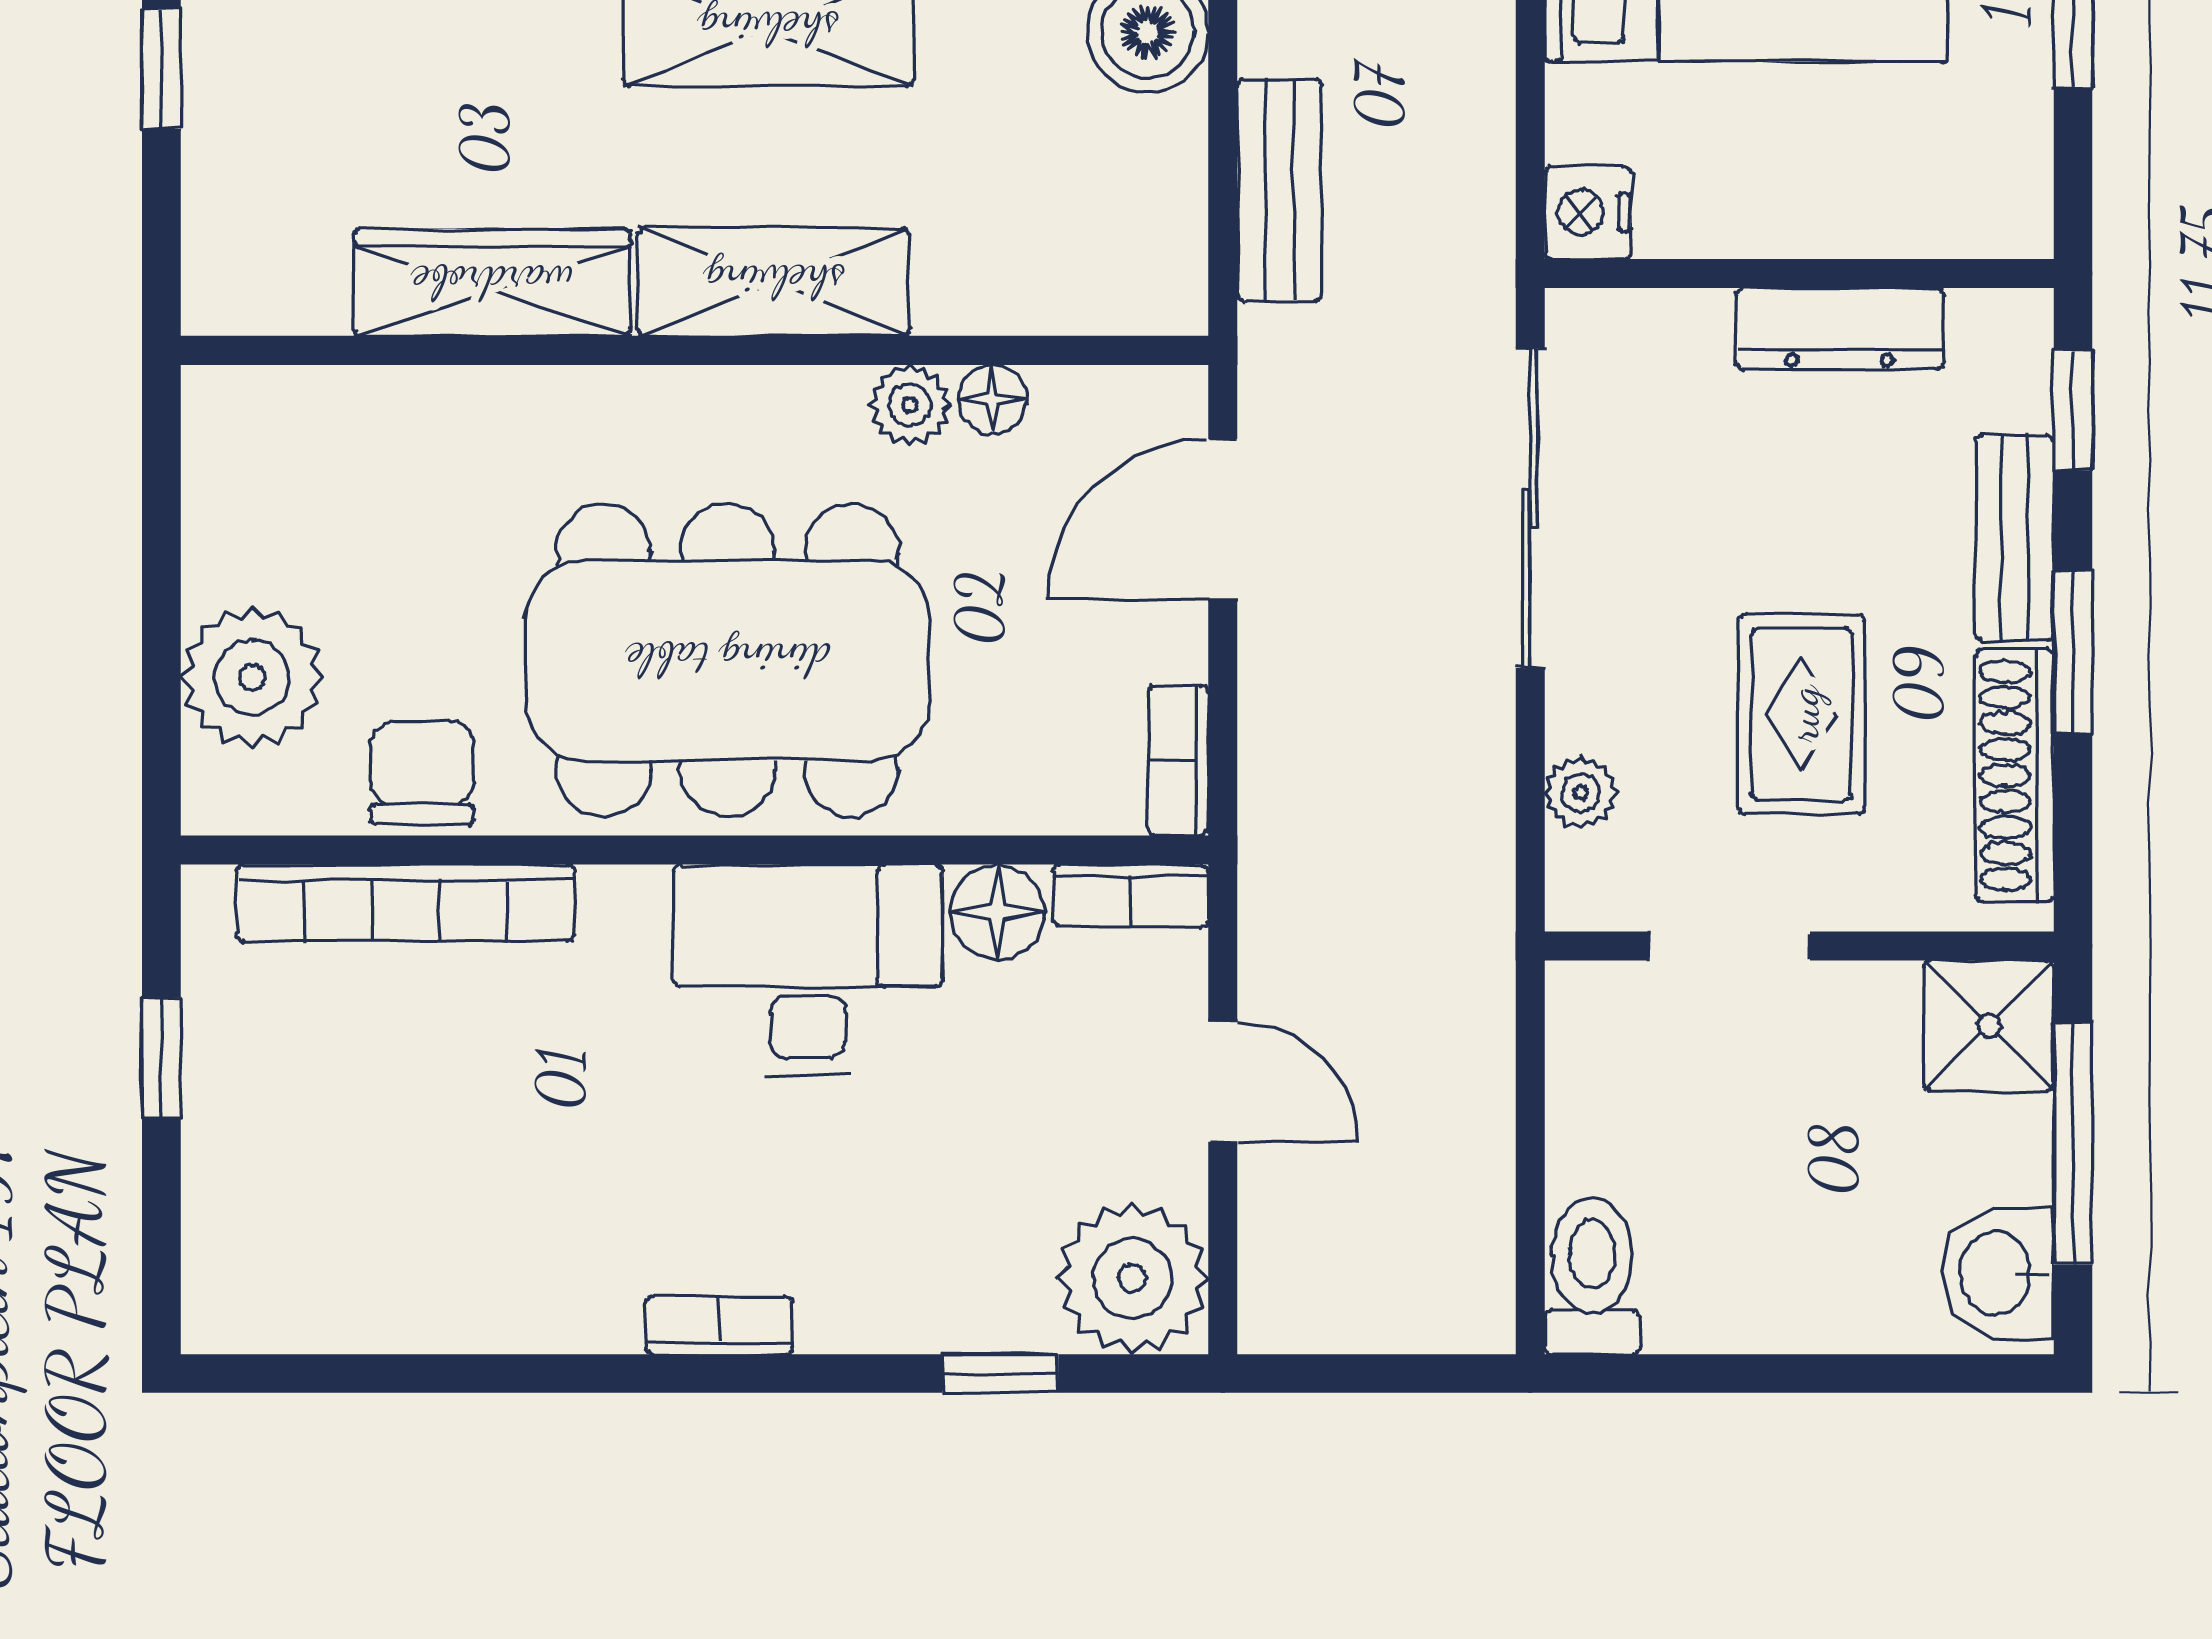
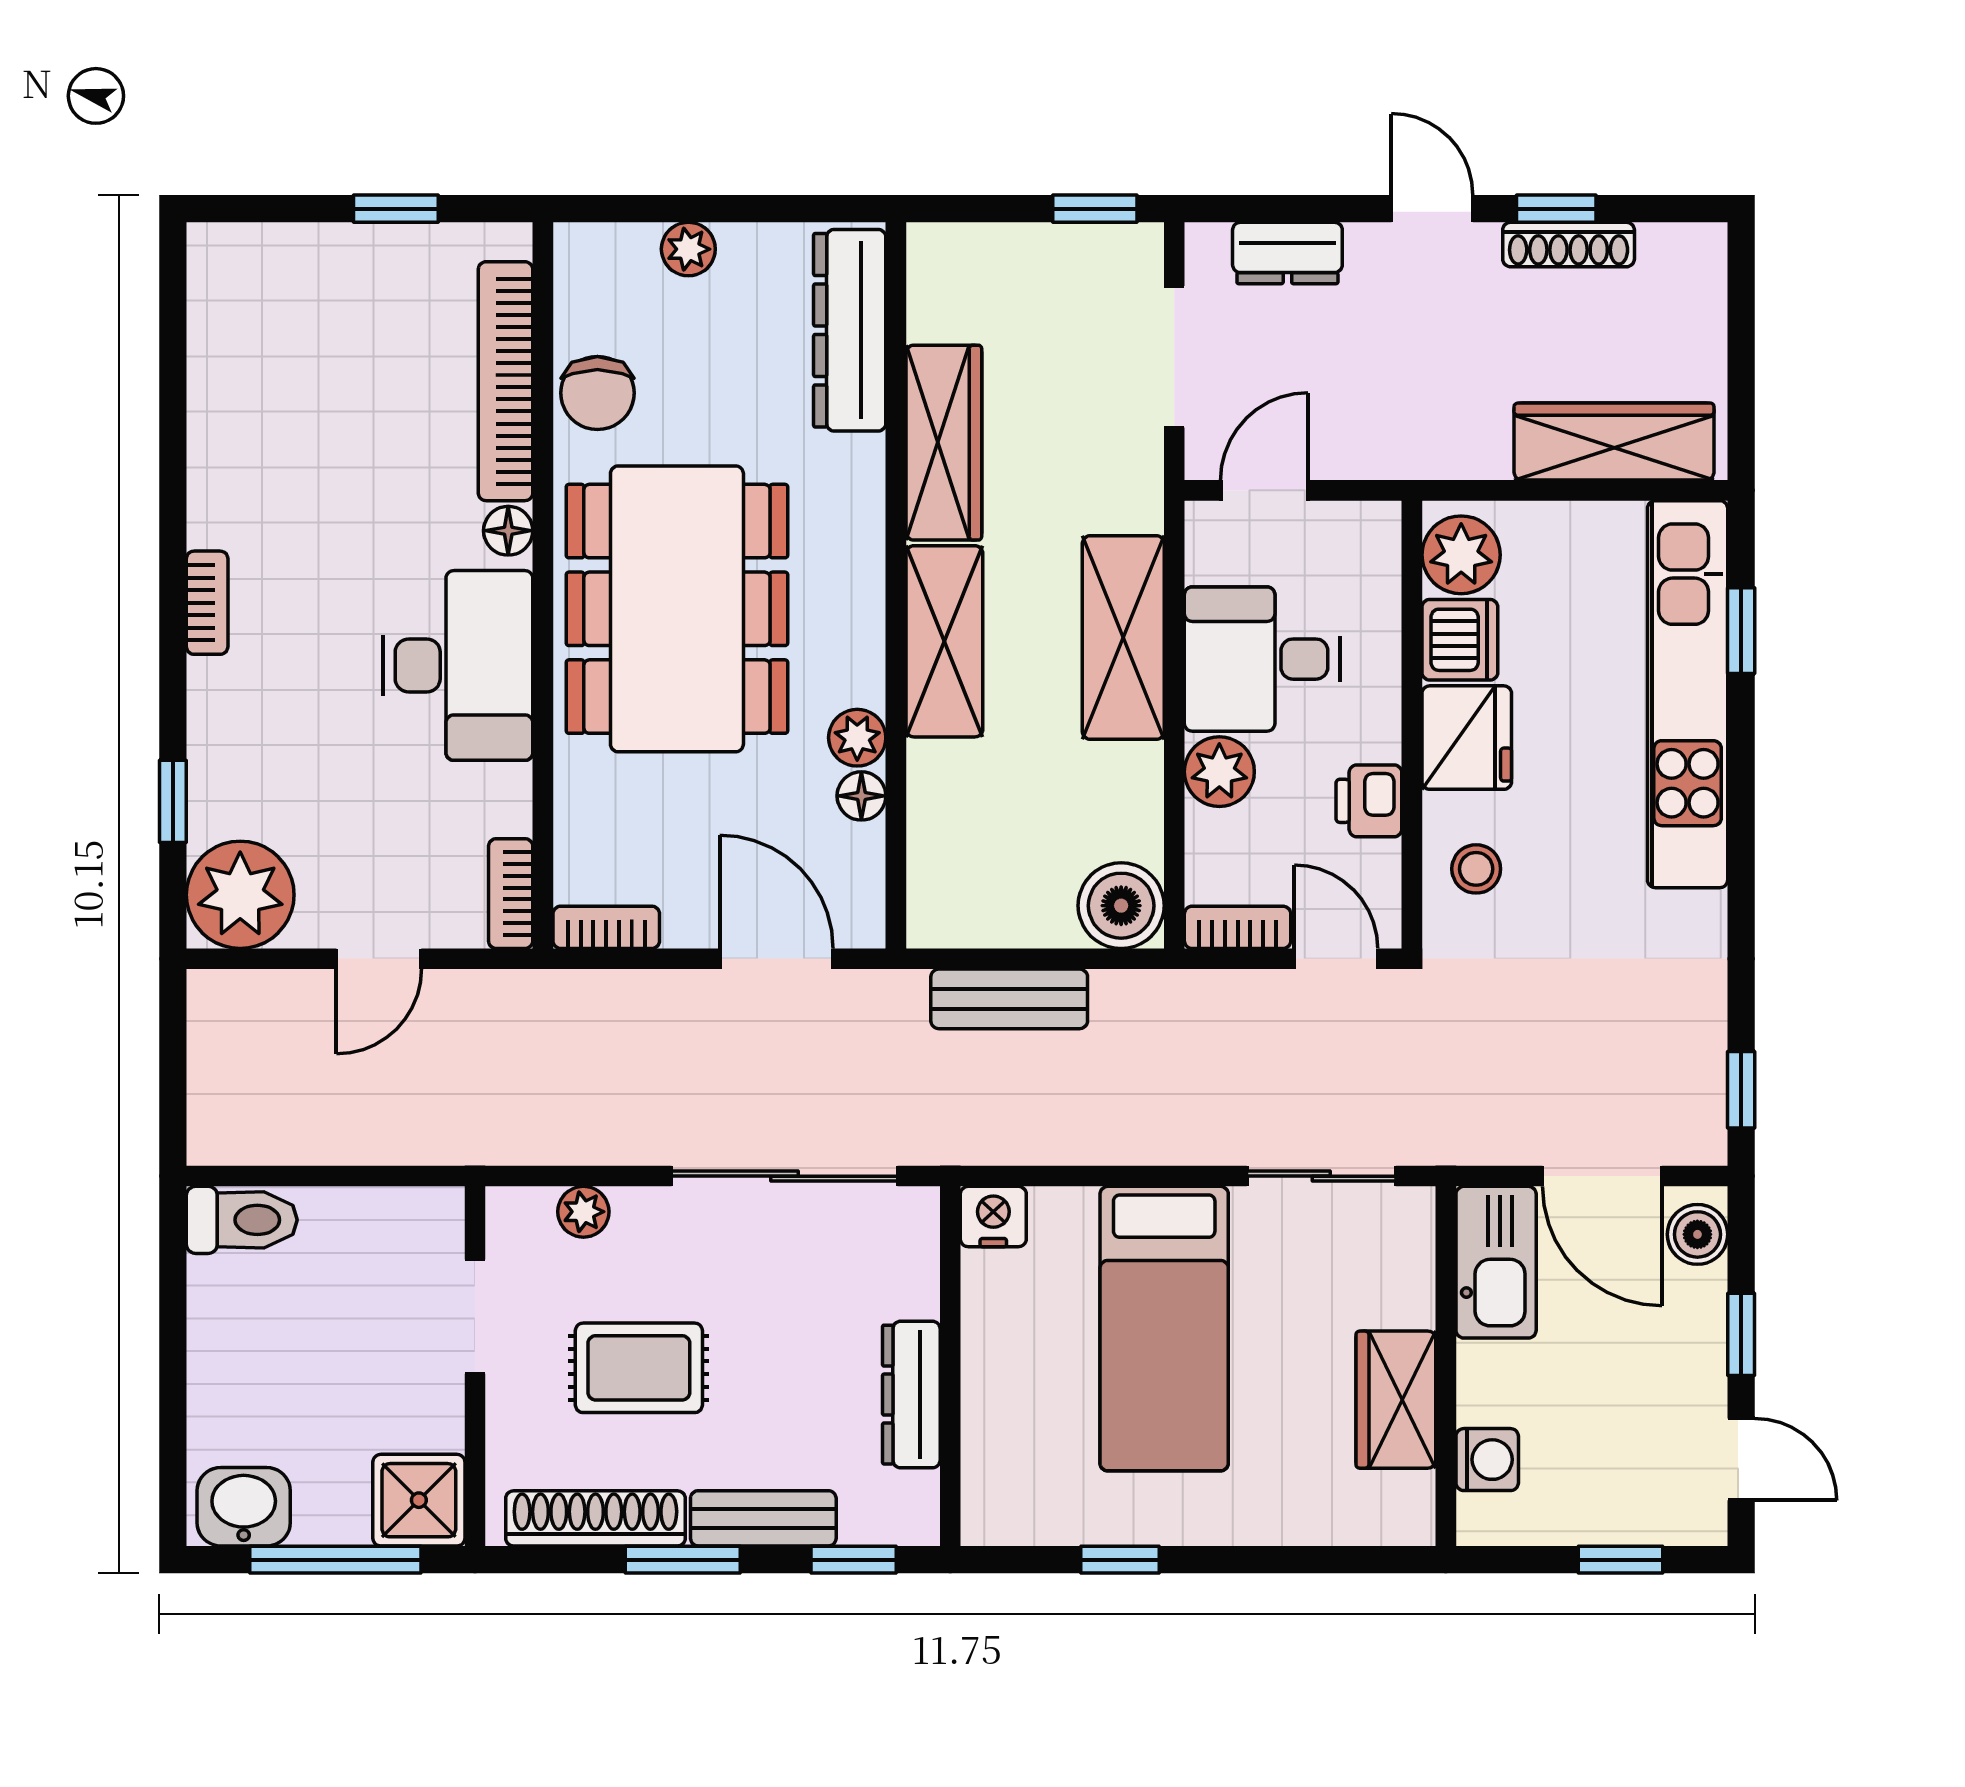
dresser: (333, 416) -> (850, 330), added
plant: (252, 677) -> (688, 249), width x0.53, depth x0.53
chair: (422, 773) -> (597, 393), turned 90
floor lamp: (997, 912) -> (508, 531), moved, width x0.73, depth x0.73

